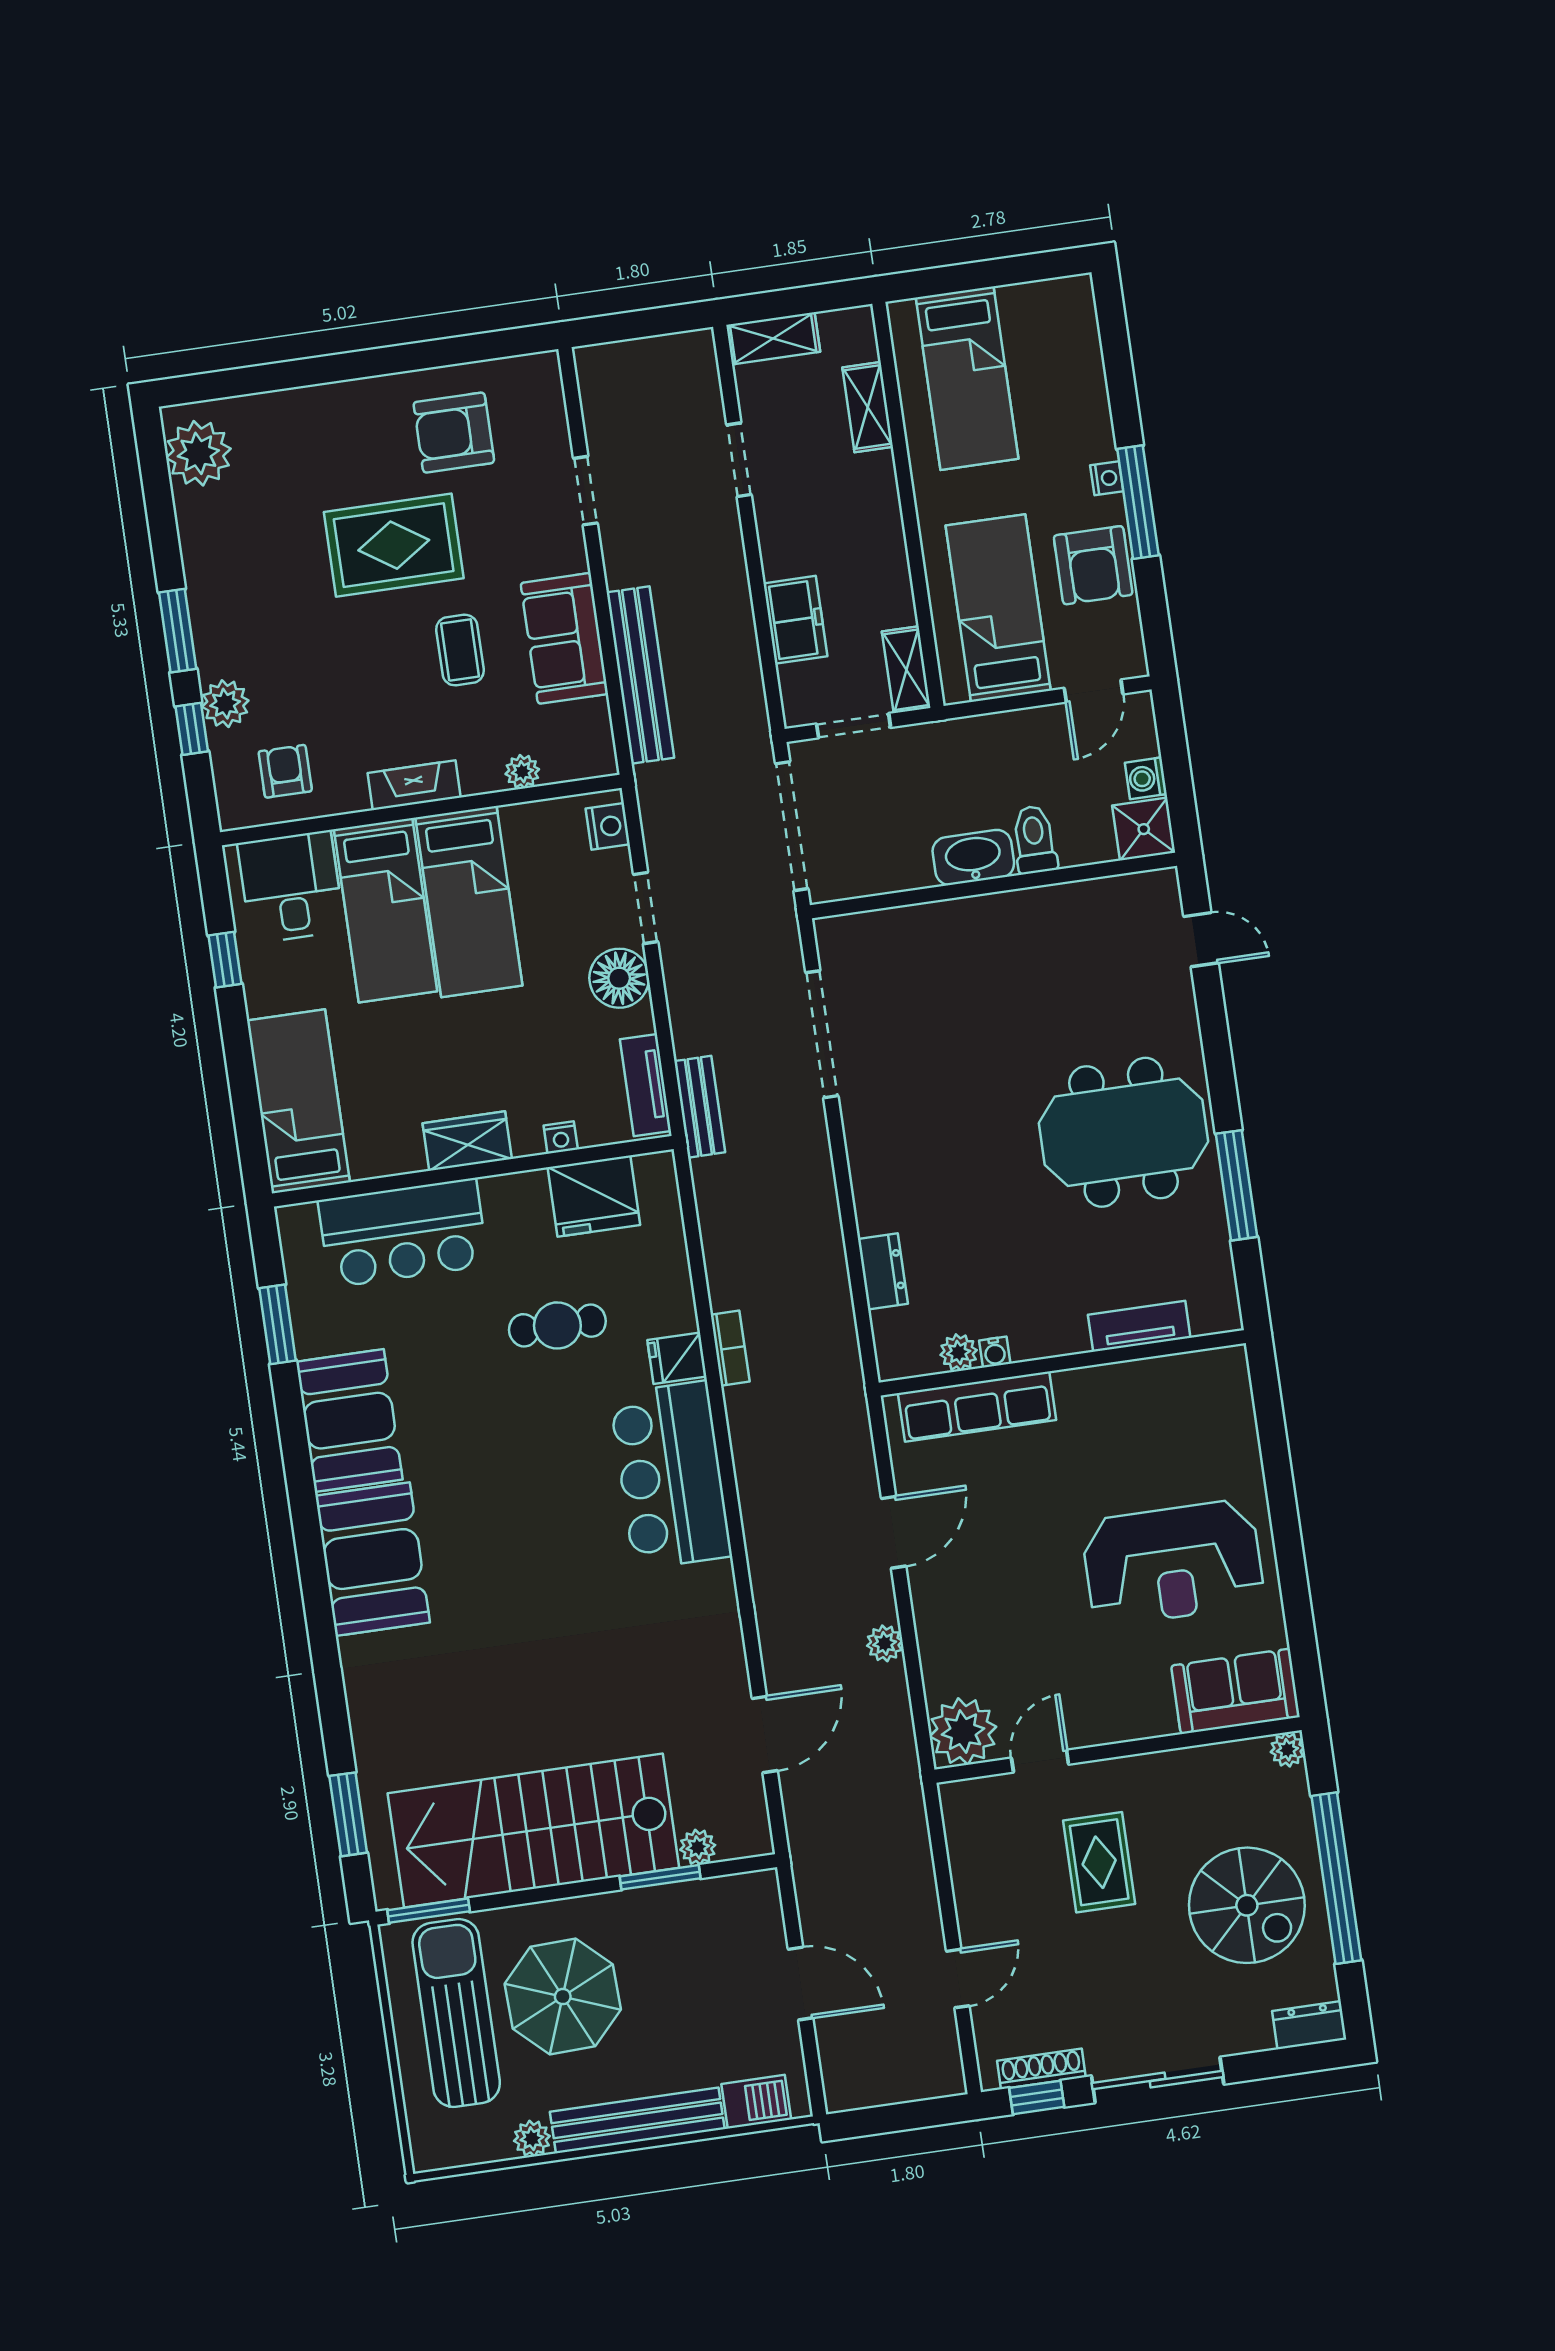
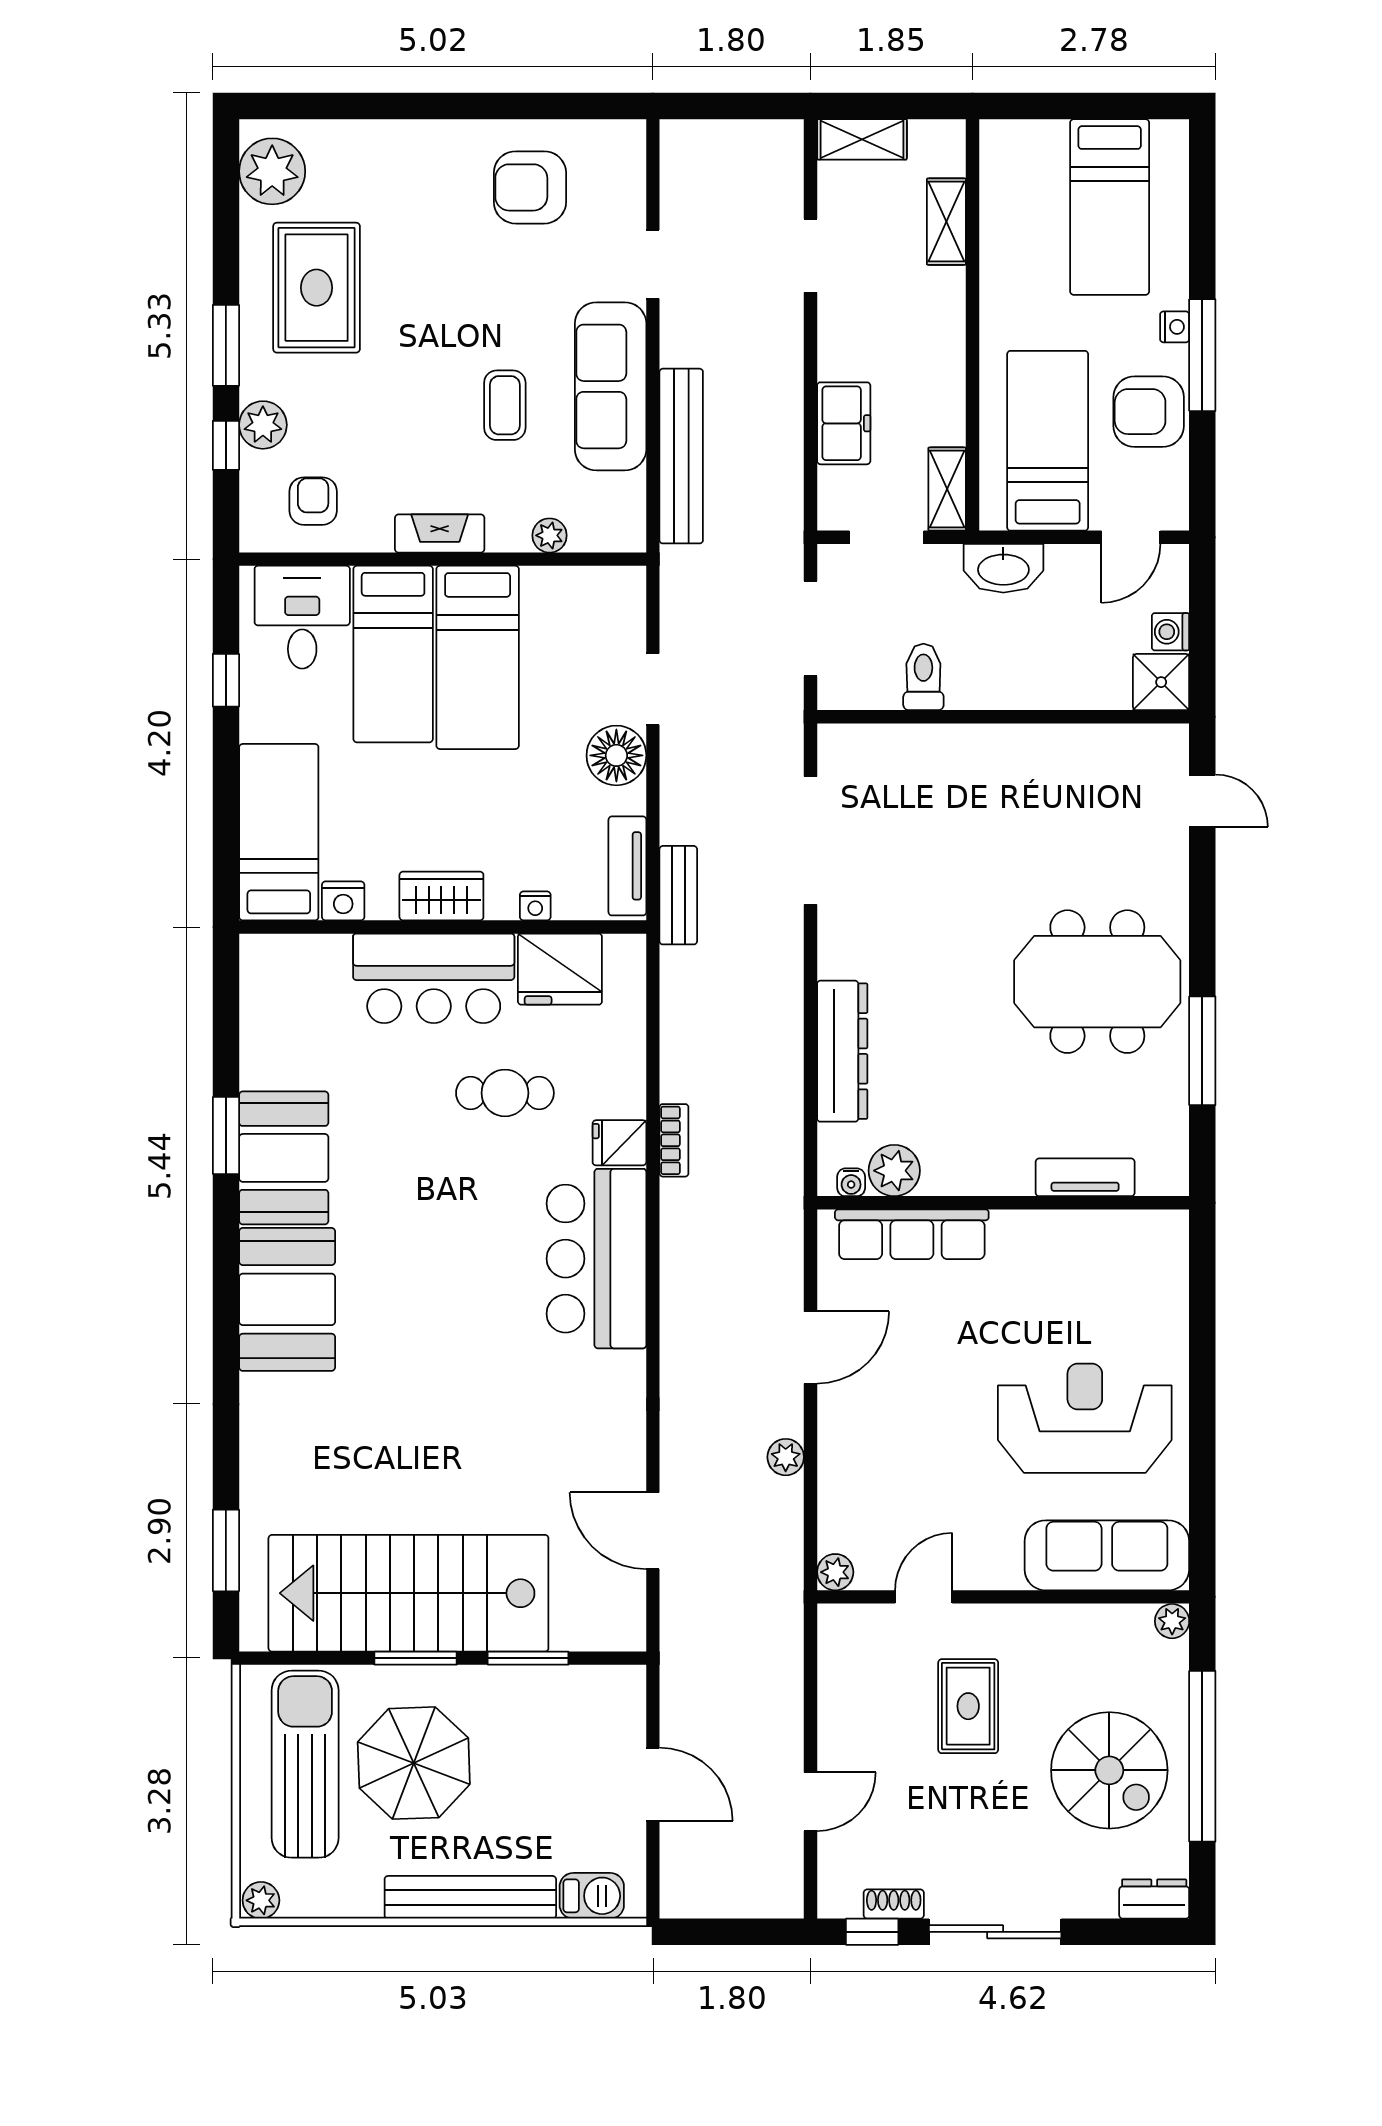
bed: (967, 378) -> (1110, 207), moved
rug: (394, 545) -> (317, 288), moved, turned 90
armchair: (1093, 565) -> (1149, 412), turned 90
sofa: (564, 638) -> (611, 386), width x1.36
nightstand: (608, 826) -> (343, 901), moved, turned 90
doorway: (792, 826) -> (810, 629), width x0.73
toilet: (1034, 840) -> (923, 677), moved
washbasin: (973, 857) -> (1003, 568), moved, turned 180
bar counter: (403, 1233) -> (434, 978), moved
dresser: (883, 1271) -> (842, 1051), width x1.96, depth x1.24
window: (278, 1324) -> (226, 1135), moved
plant: (959, 1352) -> (894, 1171), width x1.38, depth x1.38
water cooler: (995, 1352) -> (851, 1182), moved
reception desk: (1173, 1563) -> (1085, 1418), turned 180
sofa: (1235, 1691) -> (1107, 1555), width x1.36
plant: (963, 1732) -> (835, 1572), width x0.53, depth x0.53
door: (765, 1735) -> (653, 1531), swing flipped
plant: (698, 1847) -> (570, 1634), removed
window: (429, 1911) -> (416, 1658), moved
shoe rack: (1041, 2069) -> (894, 1904), width x0.70
plant: (532, 2139) -> (261, 1900), moved

